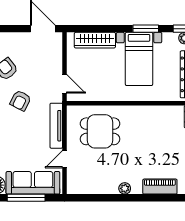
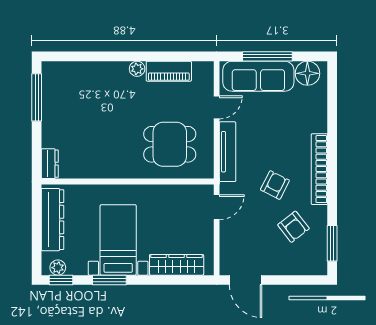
door: (65, 84) -> (217, 207), swing flipped
piano: (160, 187) -> (169, 71), moved

